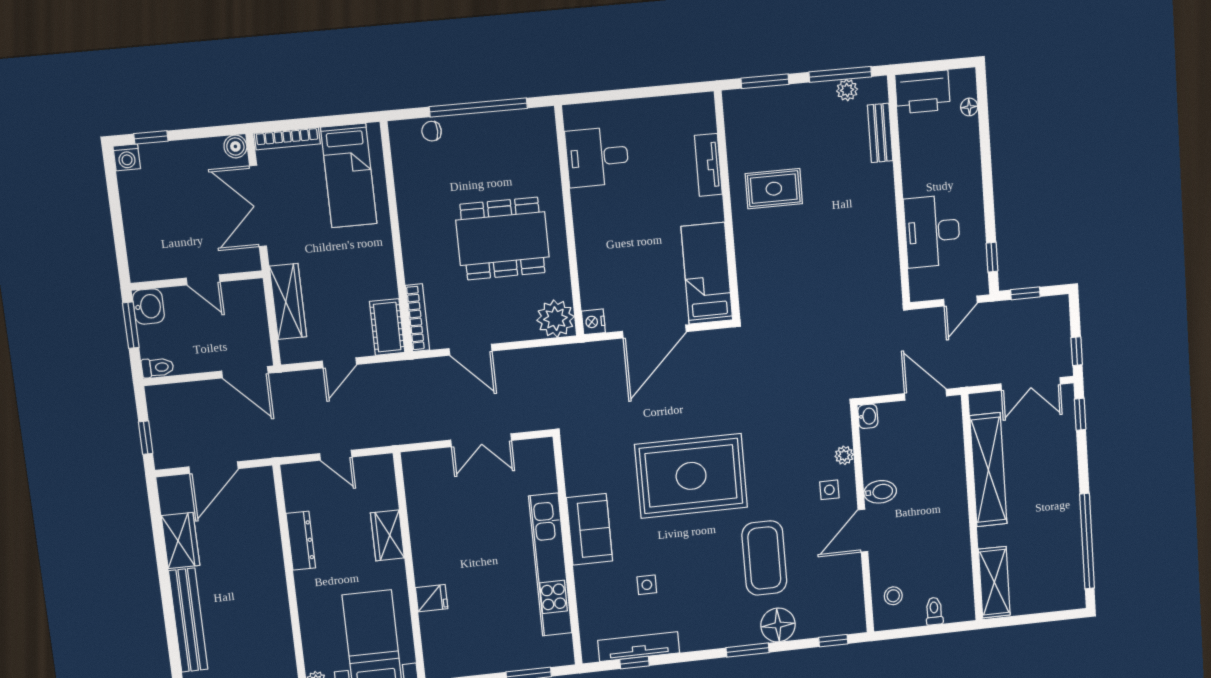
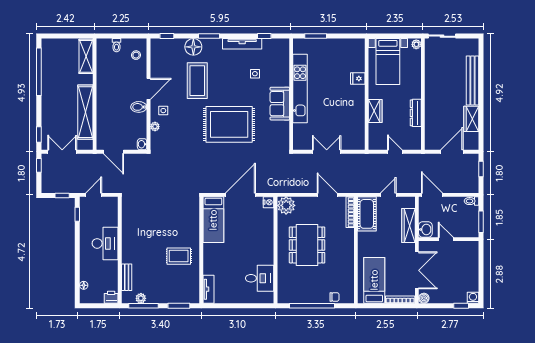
printer: (923, 92) -> (111, 297), width x0.53, depth x0.68
tv unit: (708, 165) -> (208, 289), moved
desk: (932, 231) -> (105, 243), moved
dining table: (503, 239) -> (307, 245), turned 90
washbasin: (148, 306) -> (425, 229), moved, turned 180
cot: (387, 327) -> (367, 214), width x1.37, depth x1.34
tv unit: (639, 647) -> (242, 44), moved

